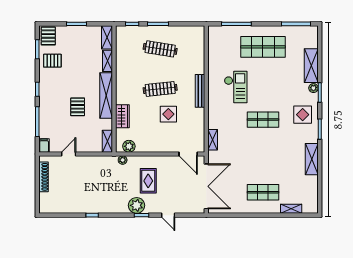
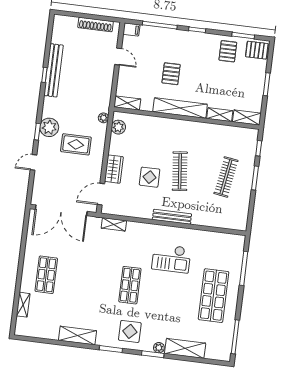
pallet: (78, 107) -> (171, 74), turned 90
wardrobe: (122, 116) -> (114, 169), moved, turned -90
bench: (87, 208) -> (53, 70), added

